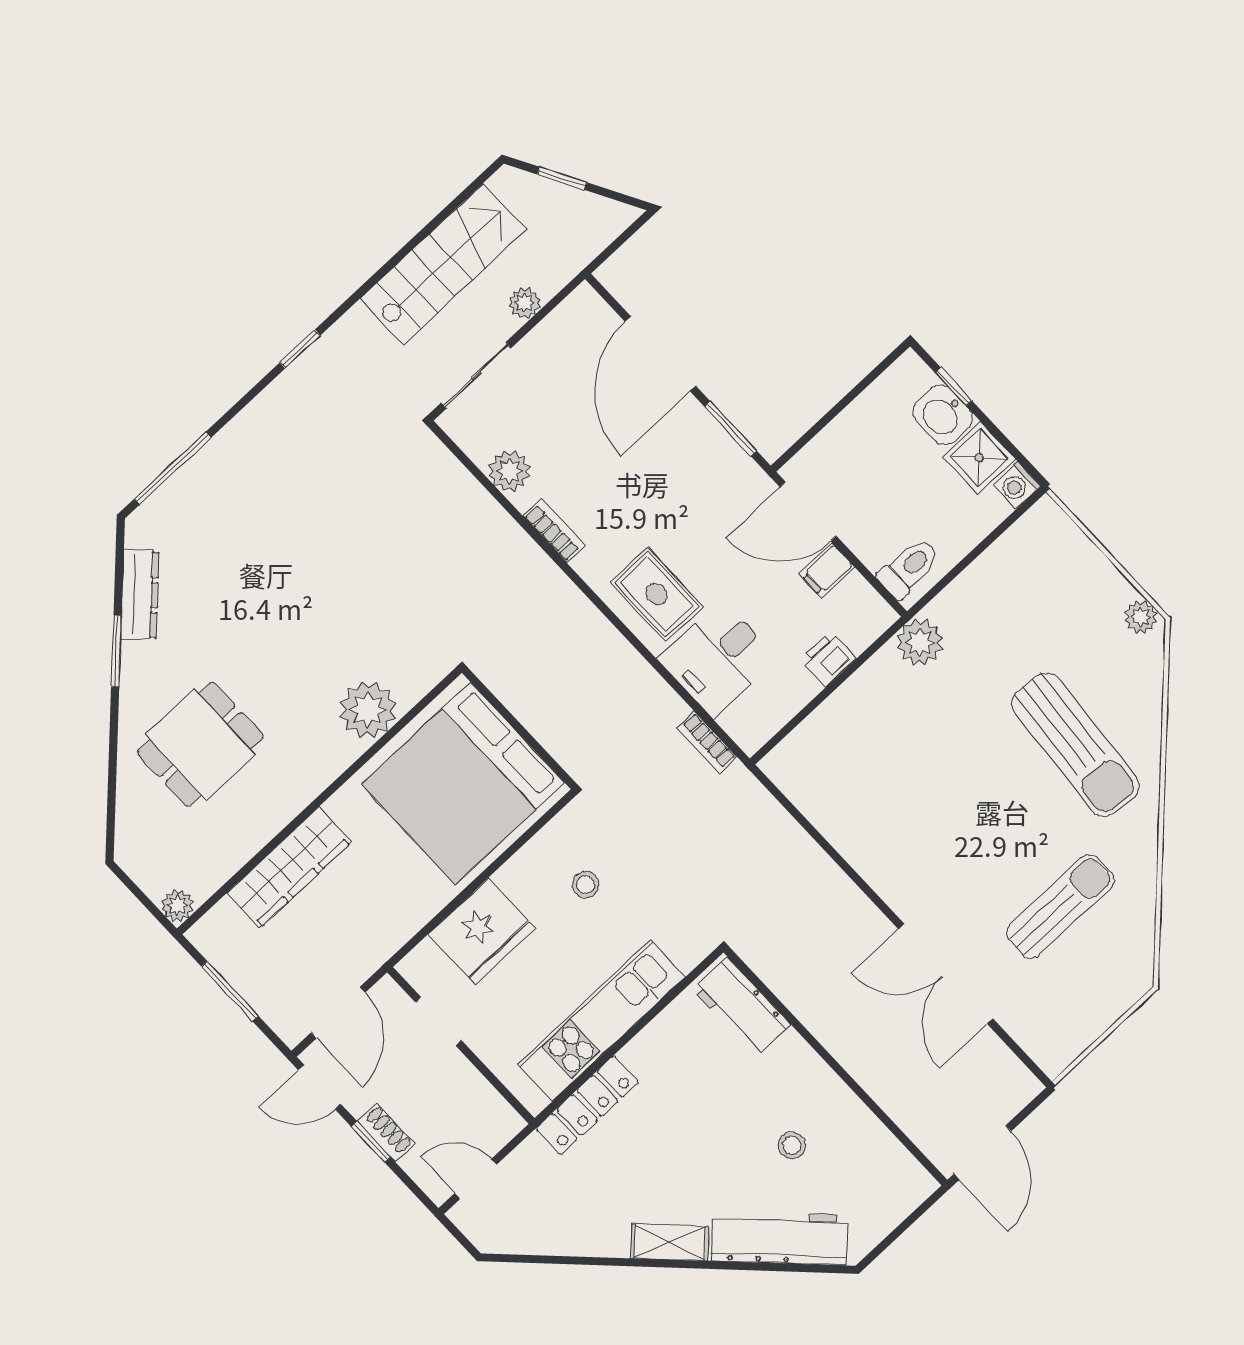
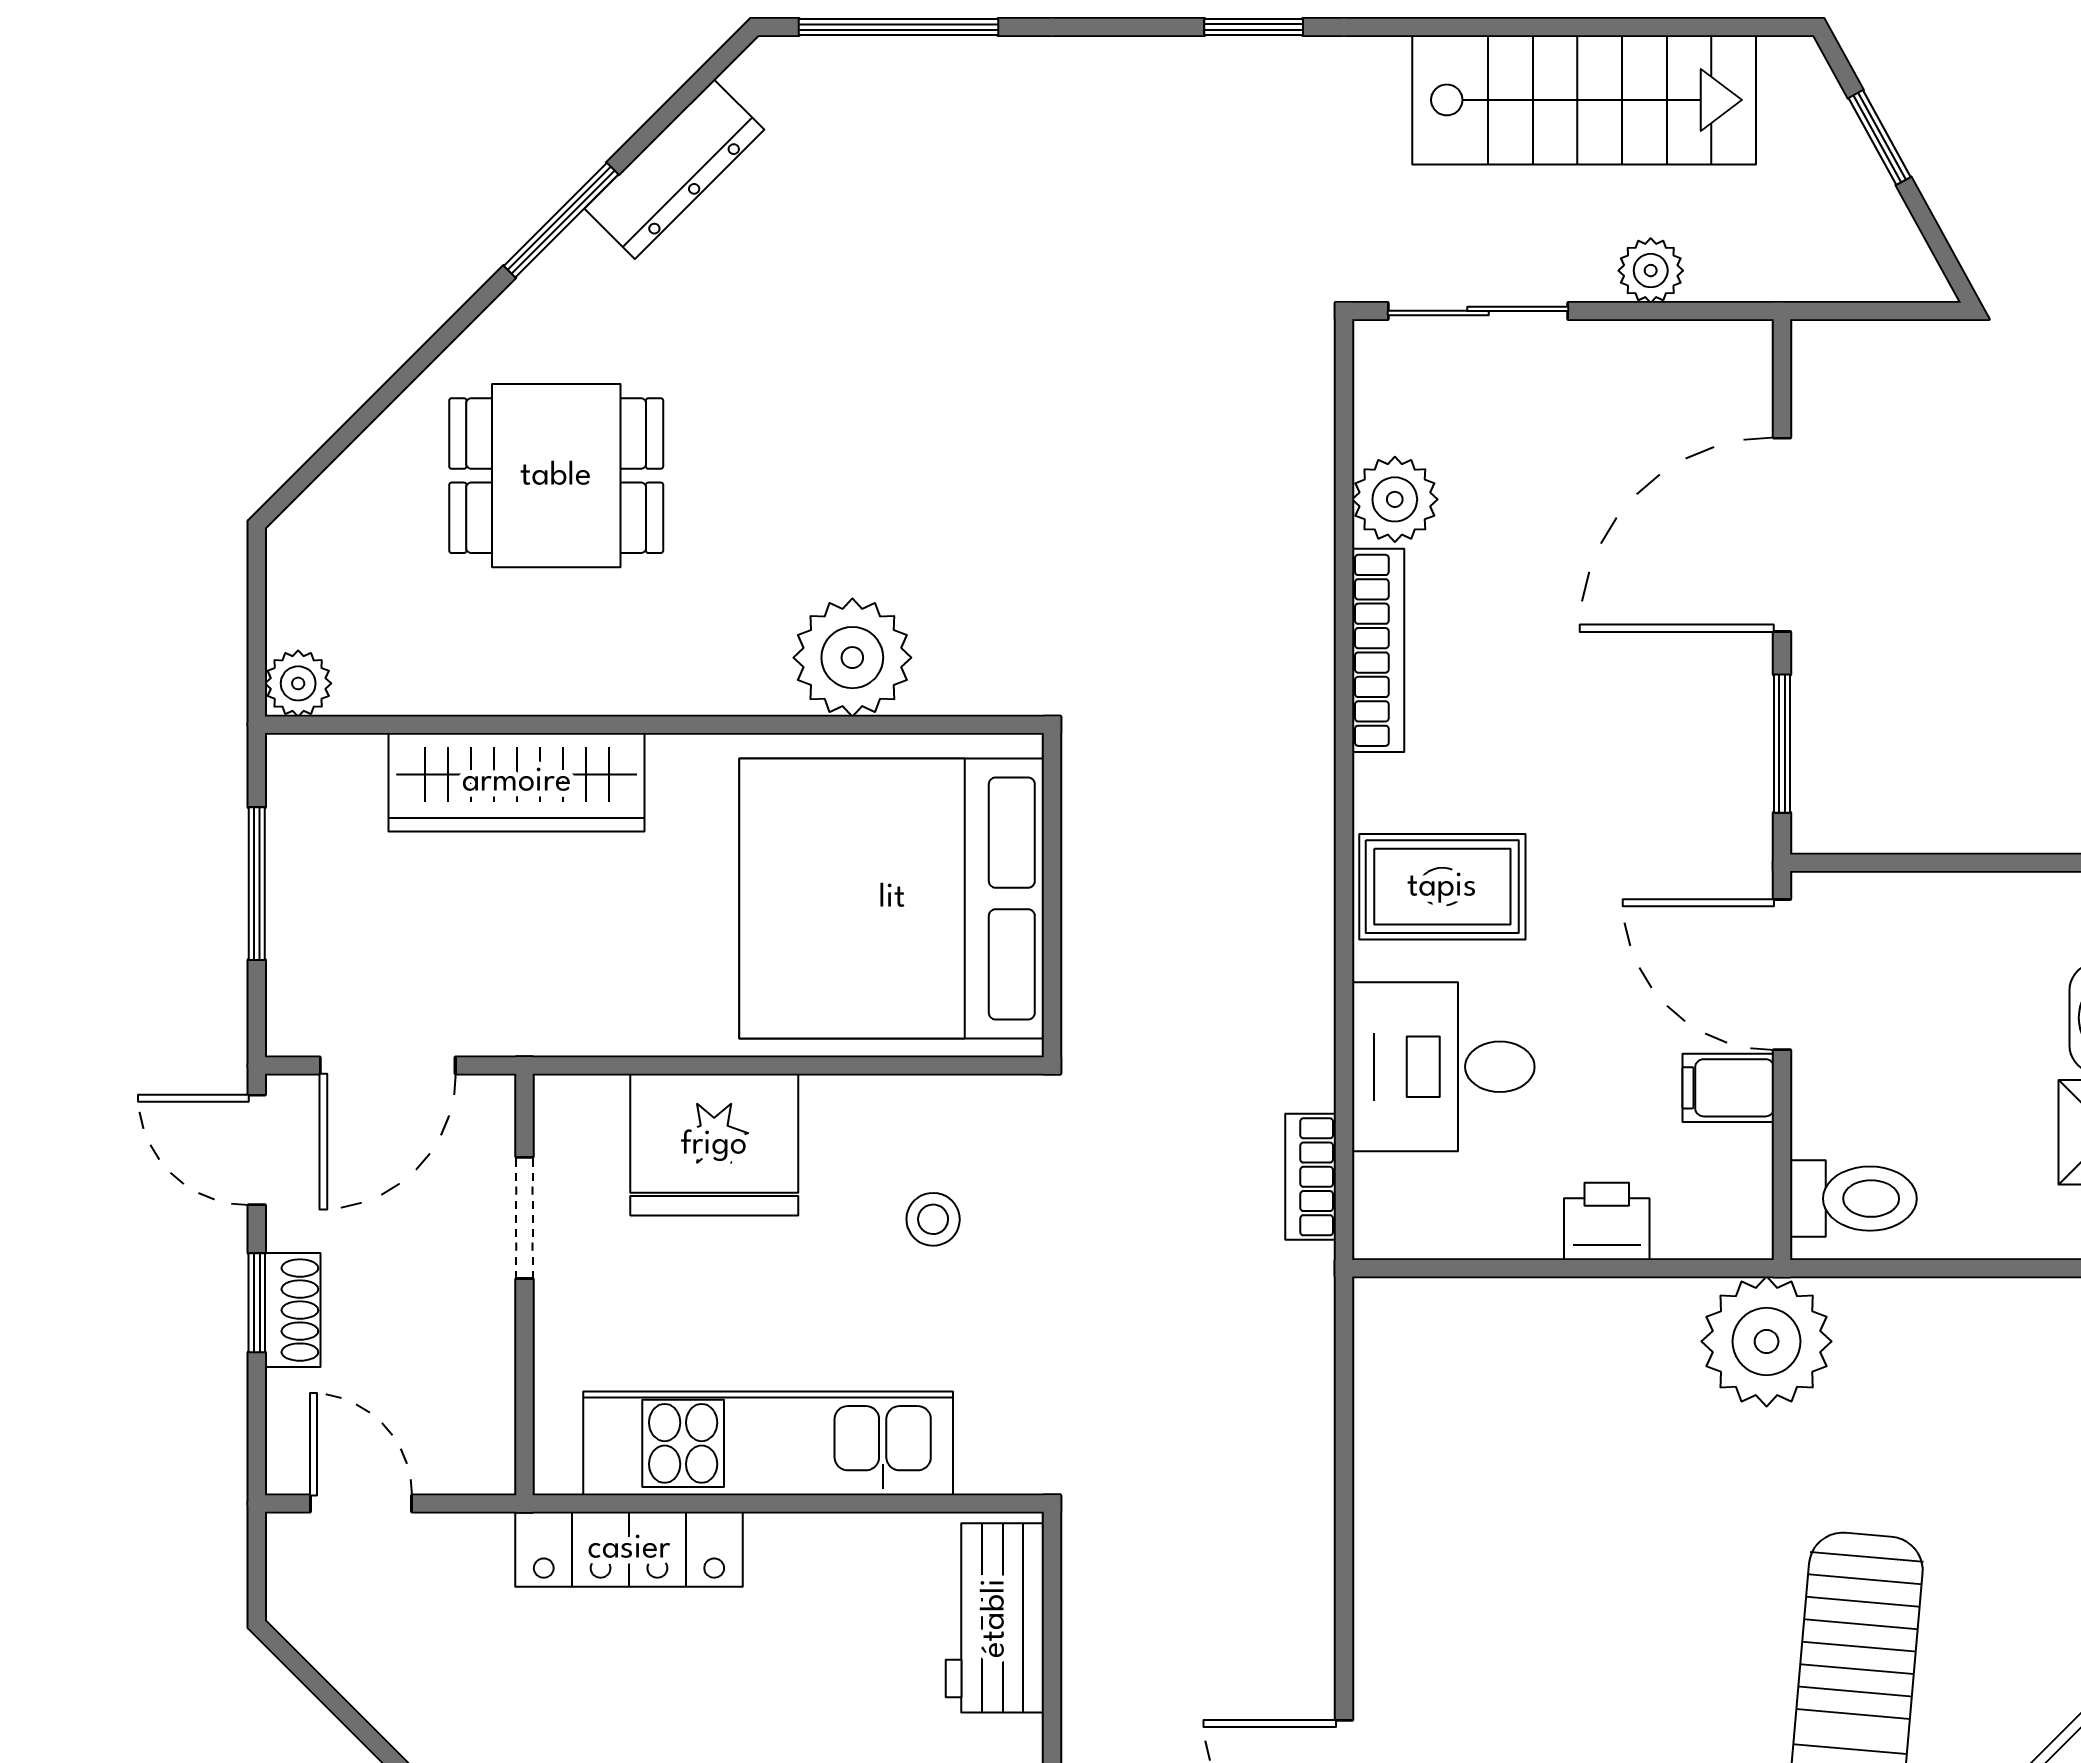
bookcase: (554, 531) -> (1378, 650), width x1.56
rug: (657, 594) -> (1442, 887), turned 90
plant: (920, 642) -> (1767, 1341), width x1.36, depth x1.36

